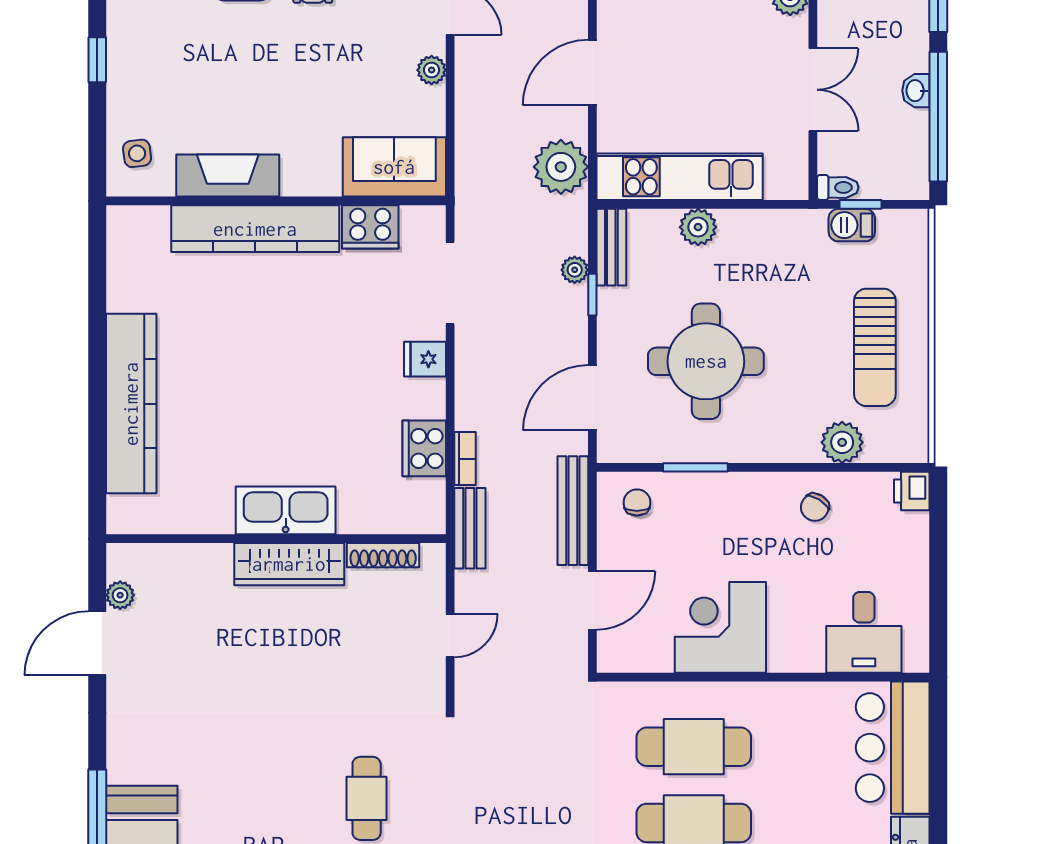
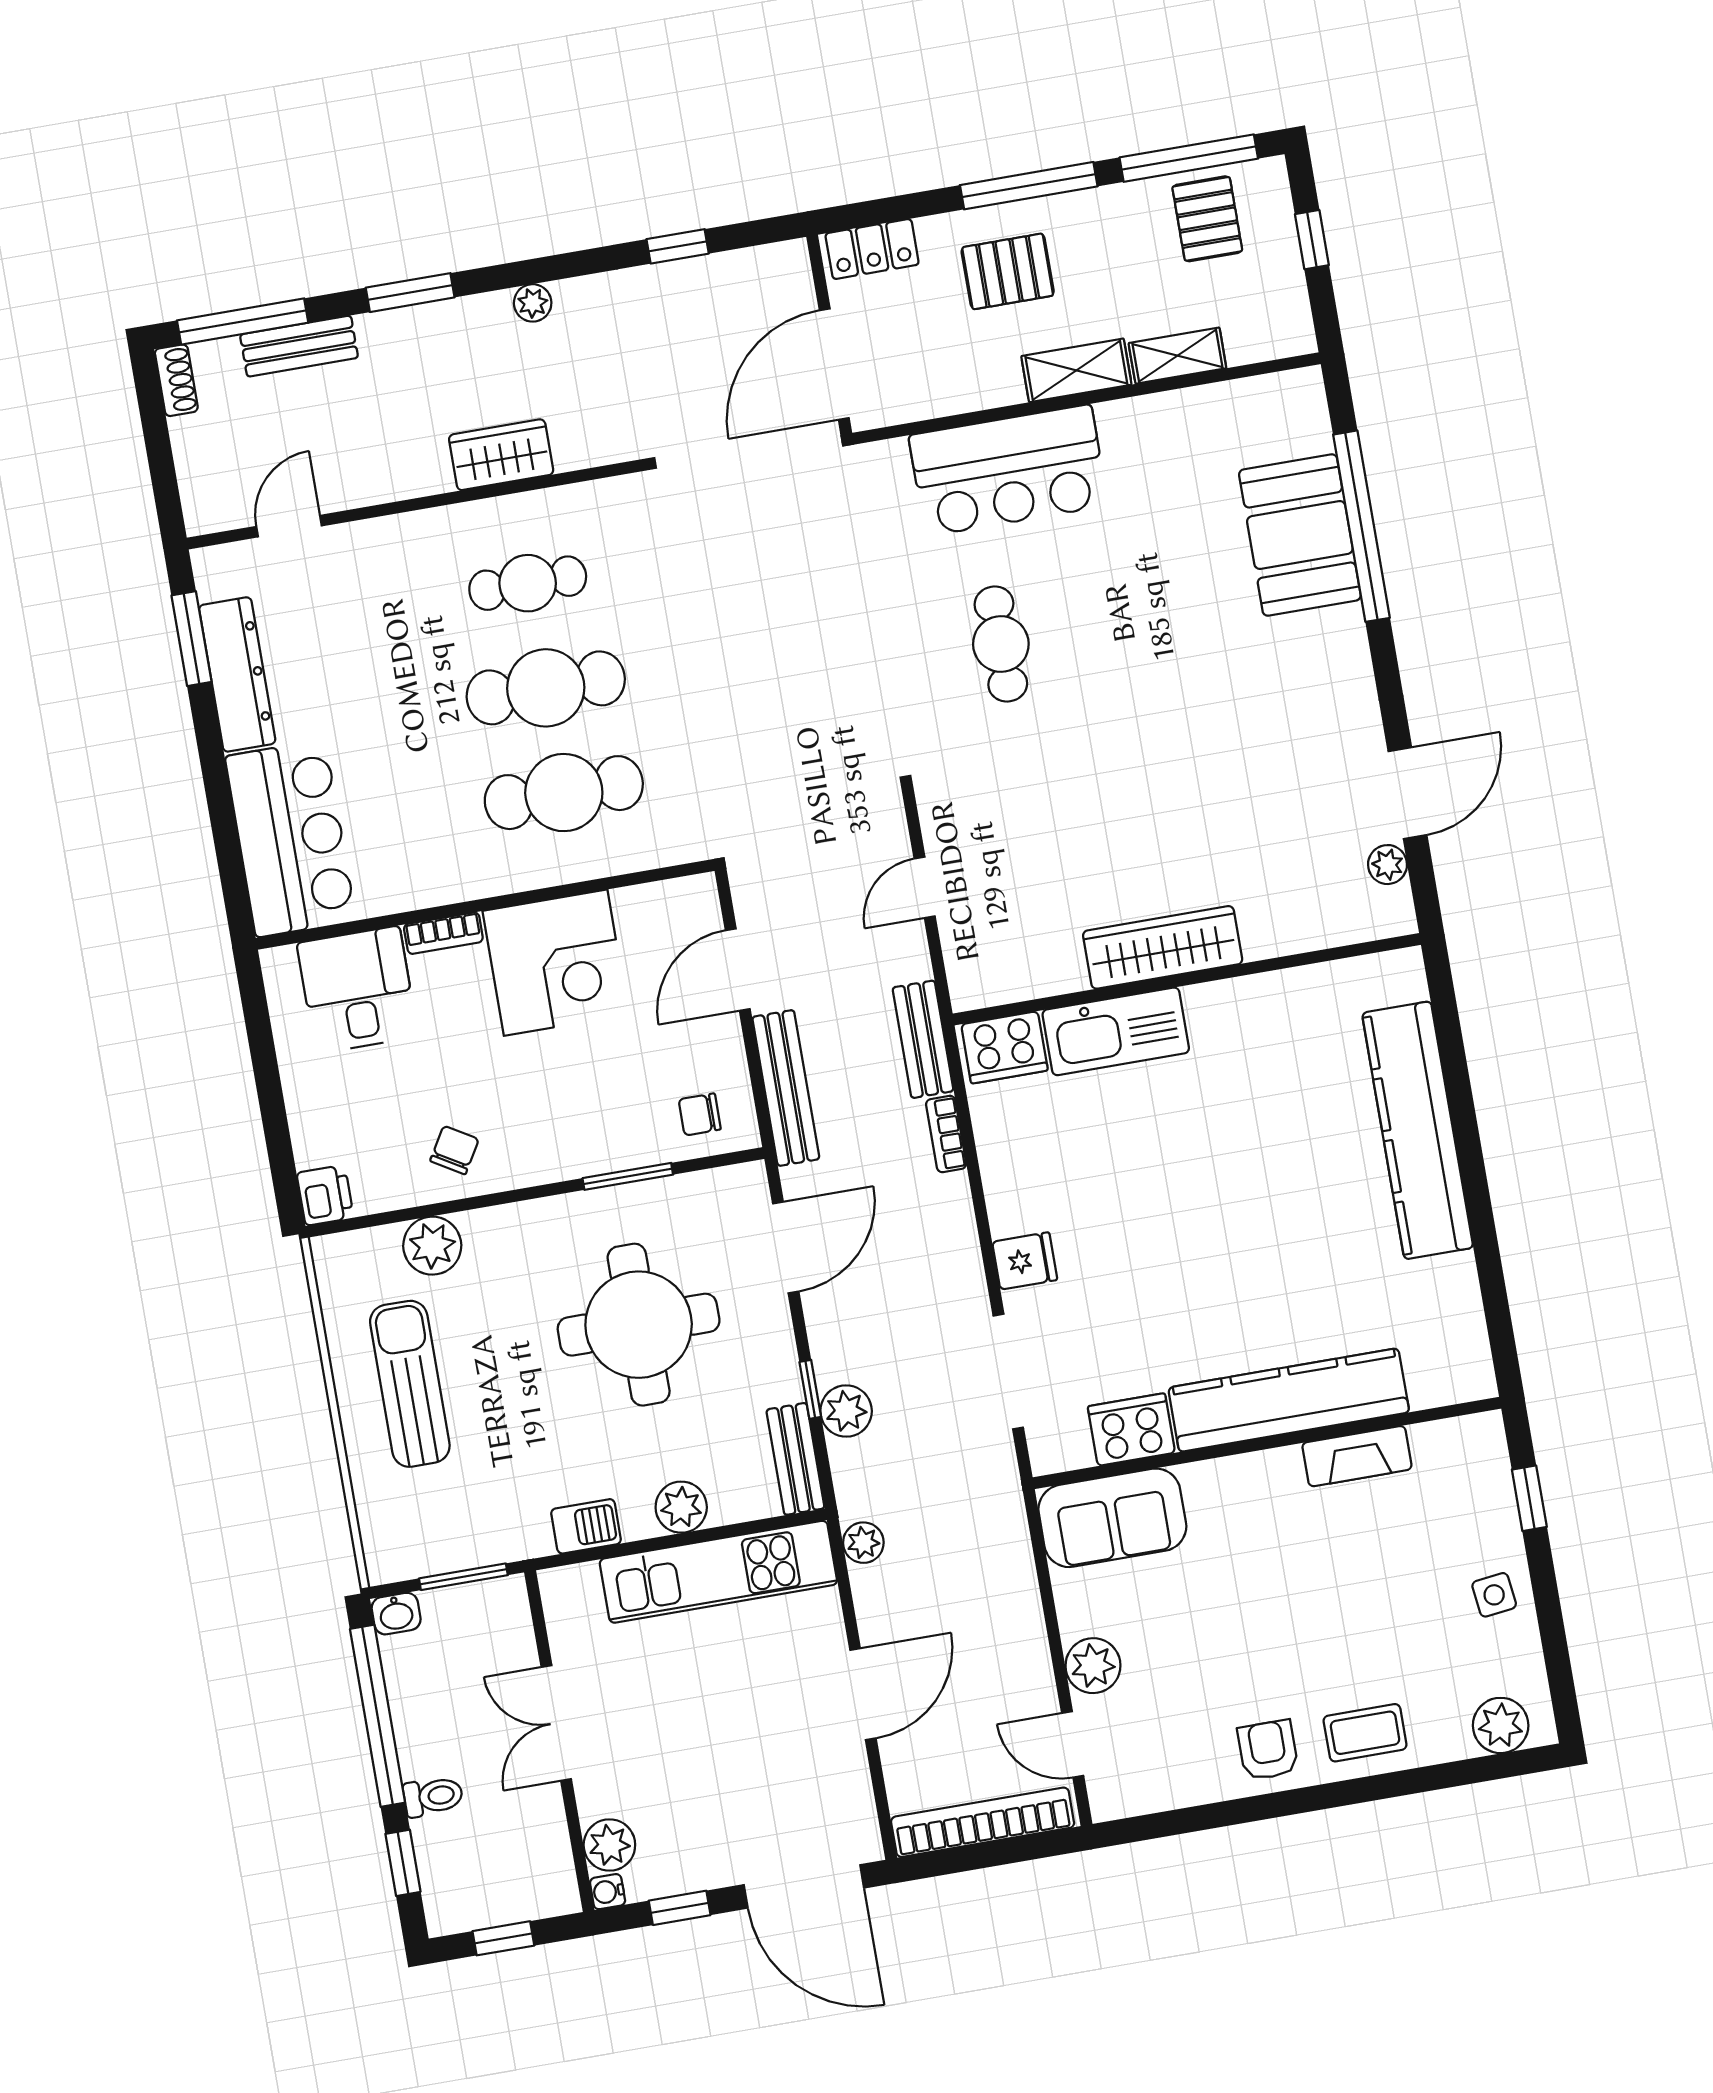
window: (97, 60) -> (1529, 1498), moved
plant: (432, 70) -> (1093, 1666), width x1.38, depth x1.38
washbasin: (916, 91) -> (396, 1614), moved, turned 90
side table: (137, 153) -> (1494, 1595), moved
plant: (561, 167) -> (863, 1543), width x0.53, depth x0.53
fireplace: (228, 175) -> (1357, 1456), width x0.73, depth x0.76
toilet: (838, 187) -> (433, 1796), moved, turned 180
window: (861, 204) -> (463, 1577), width x1.50
barbecue: (852, 225) -> (586, 1526), moved
plant: (575, 270) -> (846, 1411), width x1.38, depth x1.38
cooker: (424, 448) -> (1004, 1047), moved, turned 90
chair: (637, 502) -> (700, 1114), turned 90
kitchen sink: (286, 510) -> (1116, 1031), moved
shoe rack: (383, 555) -> (1036, 982), removed
bookcase: (796, 662) -> (443, 933), added

